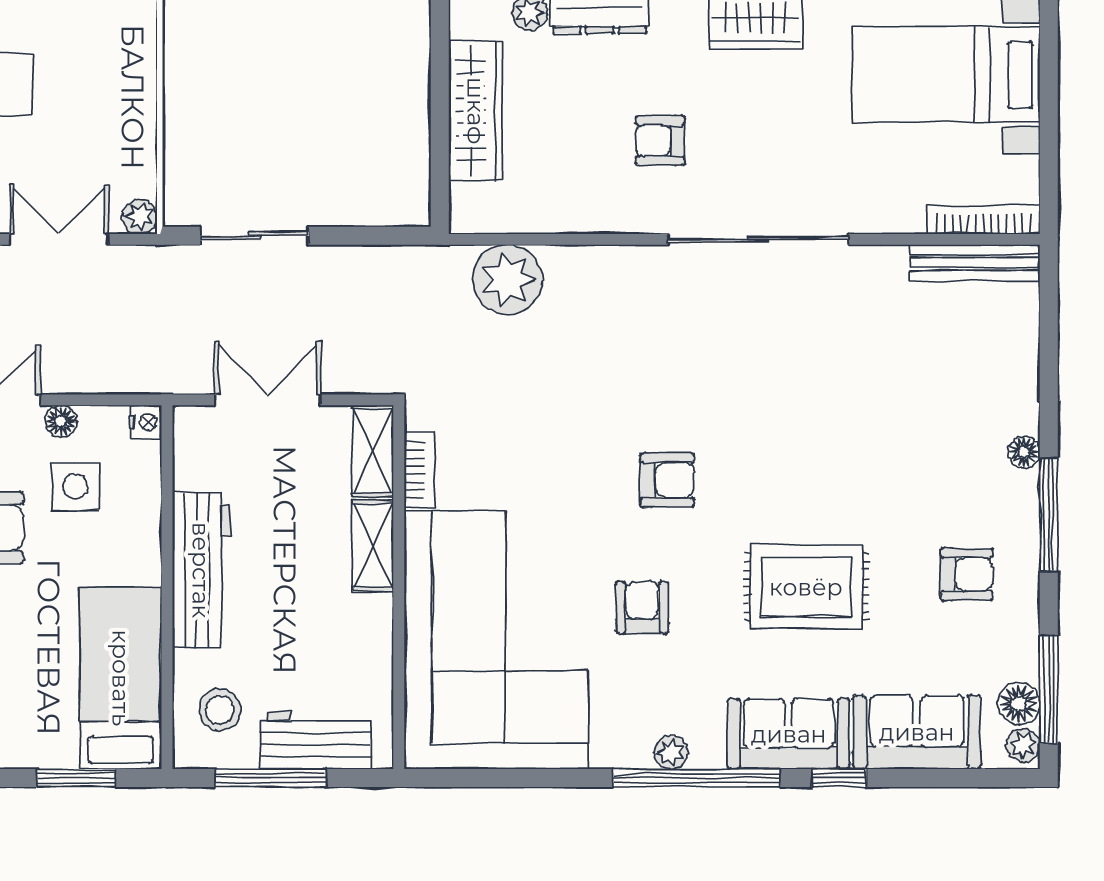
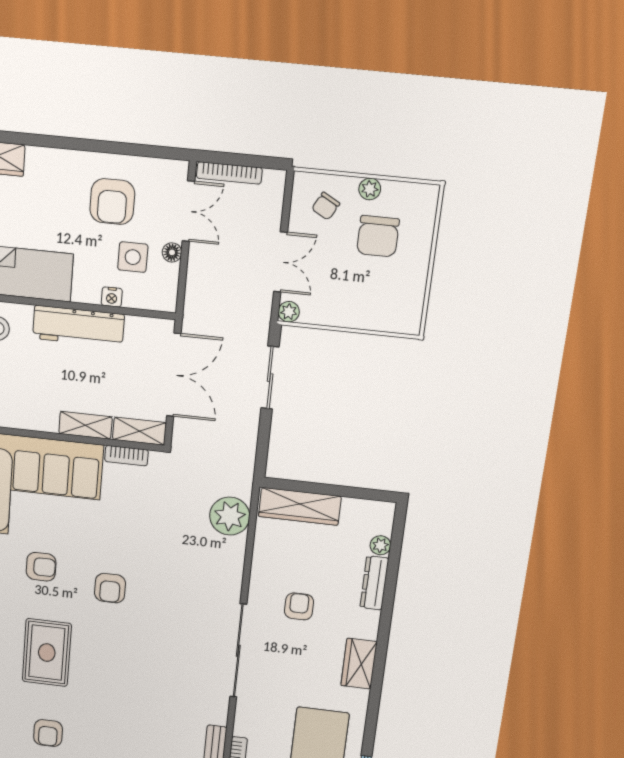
wardrobe: (476, 111) -> (300, 506), moved
double door: (268, 400) -> (174, 375), width x1.37
nightstand: (146, 422) -> (112, 297), moved

